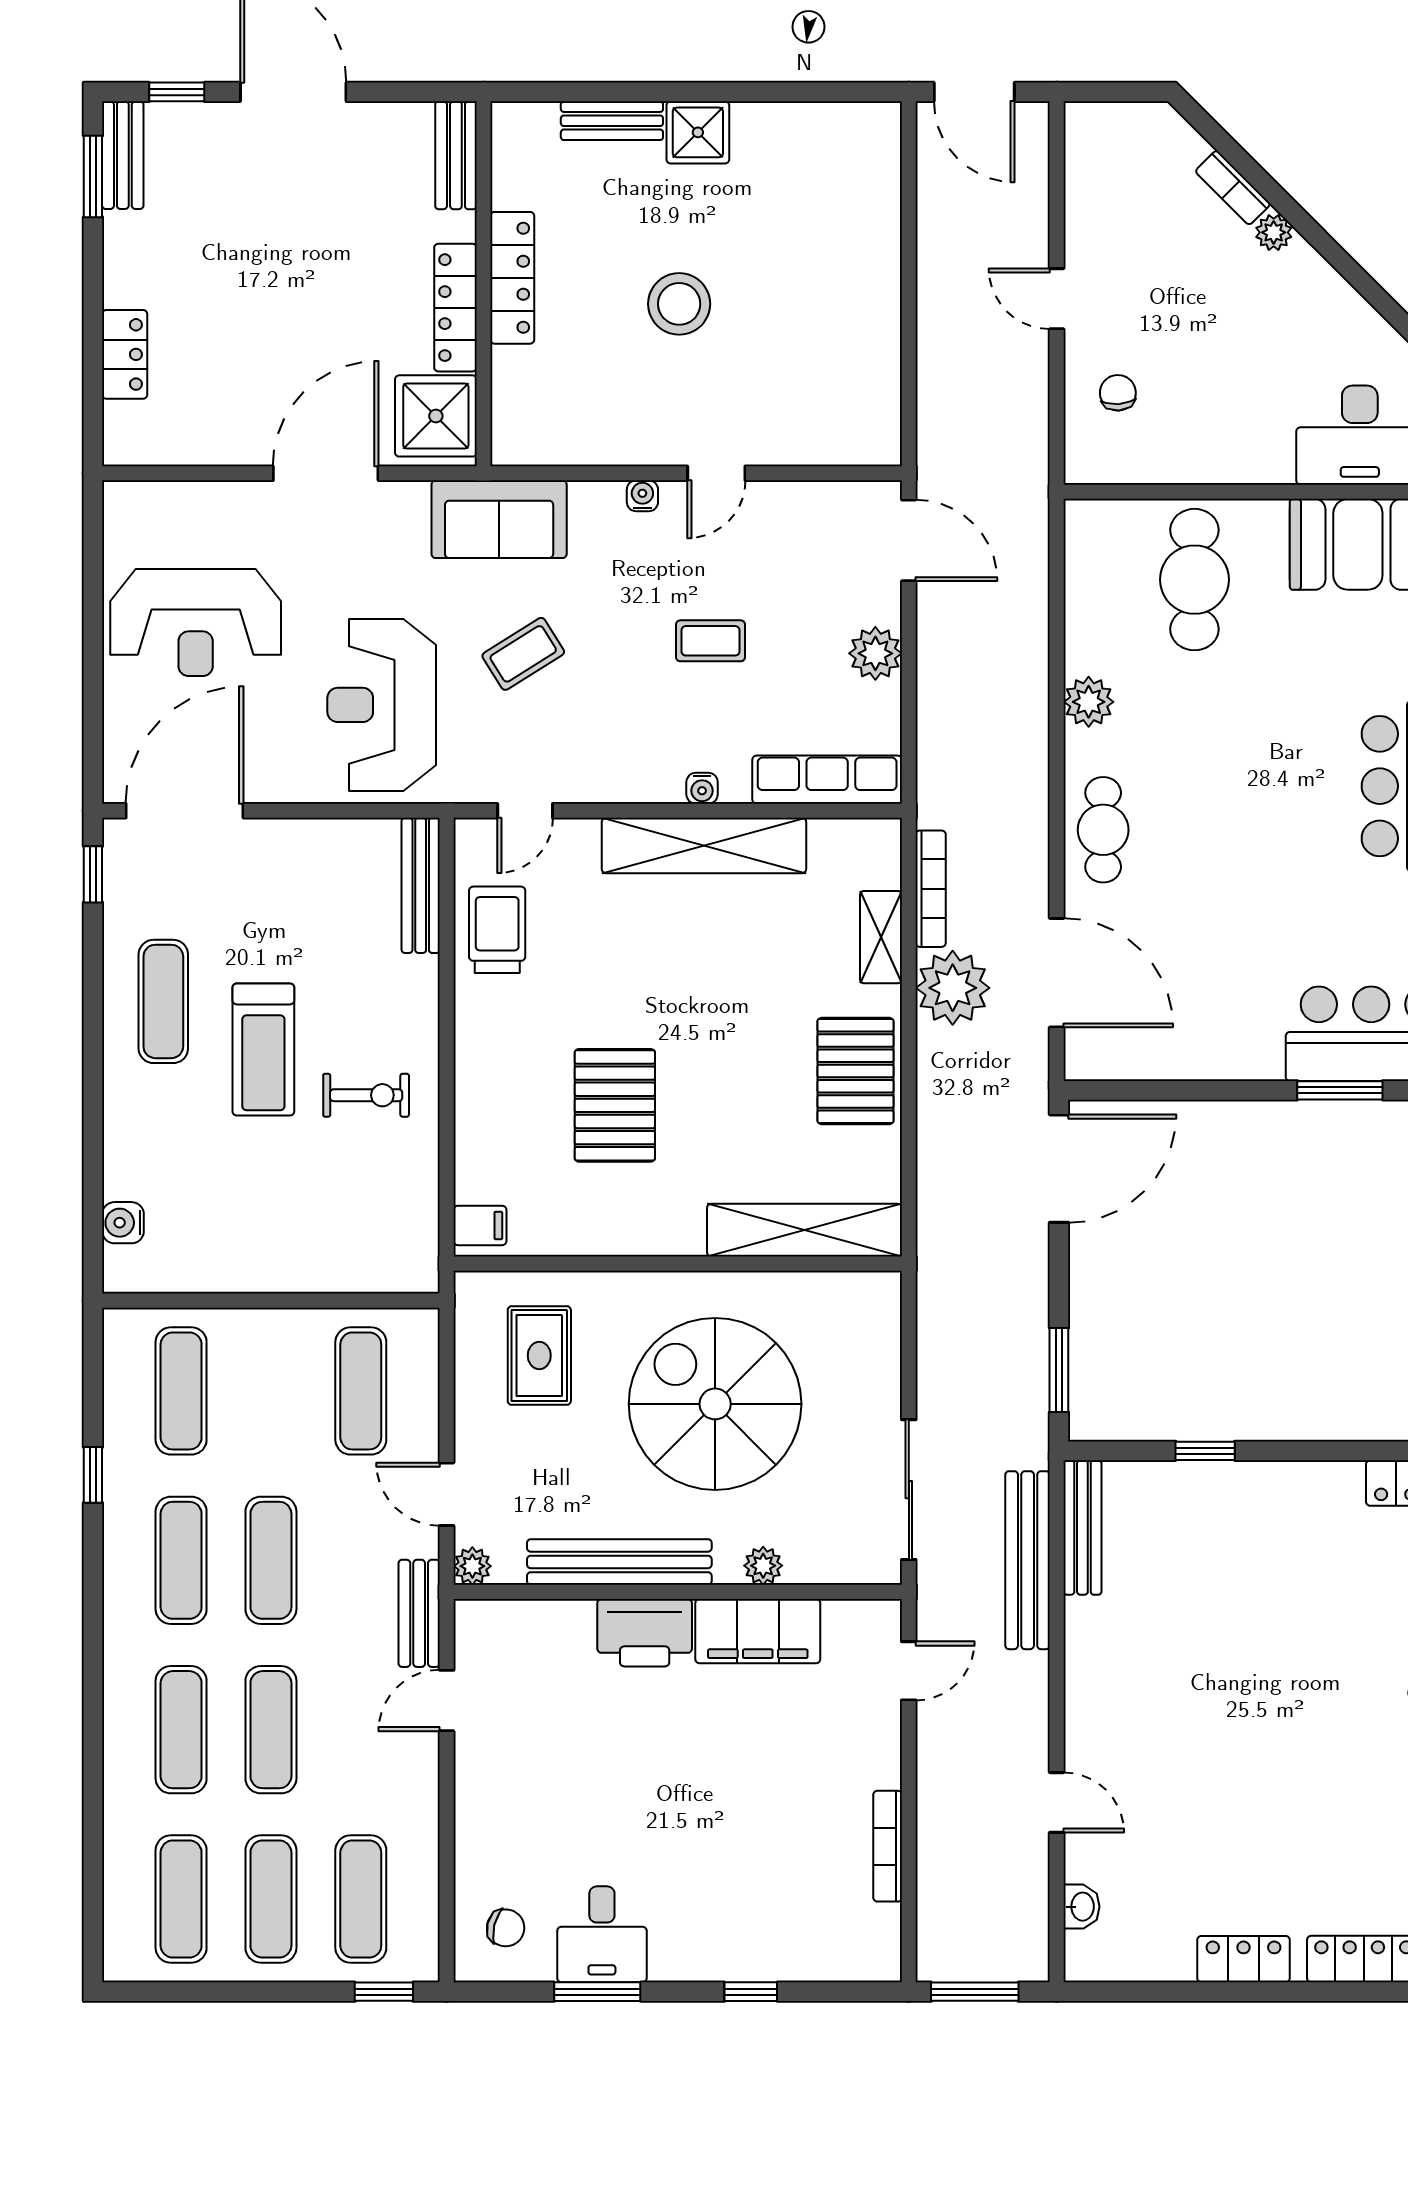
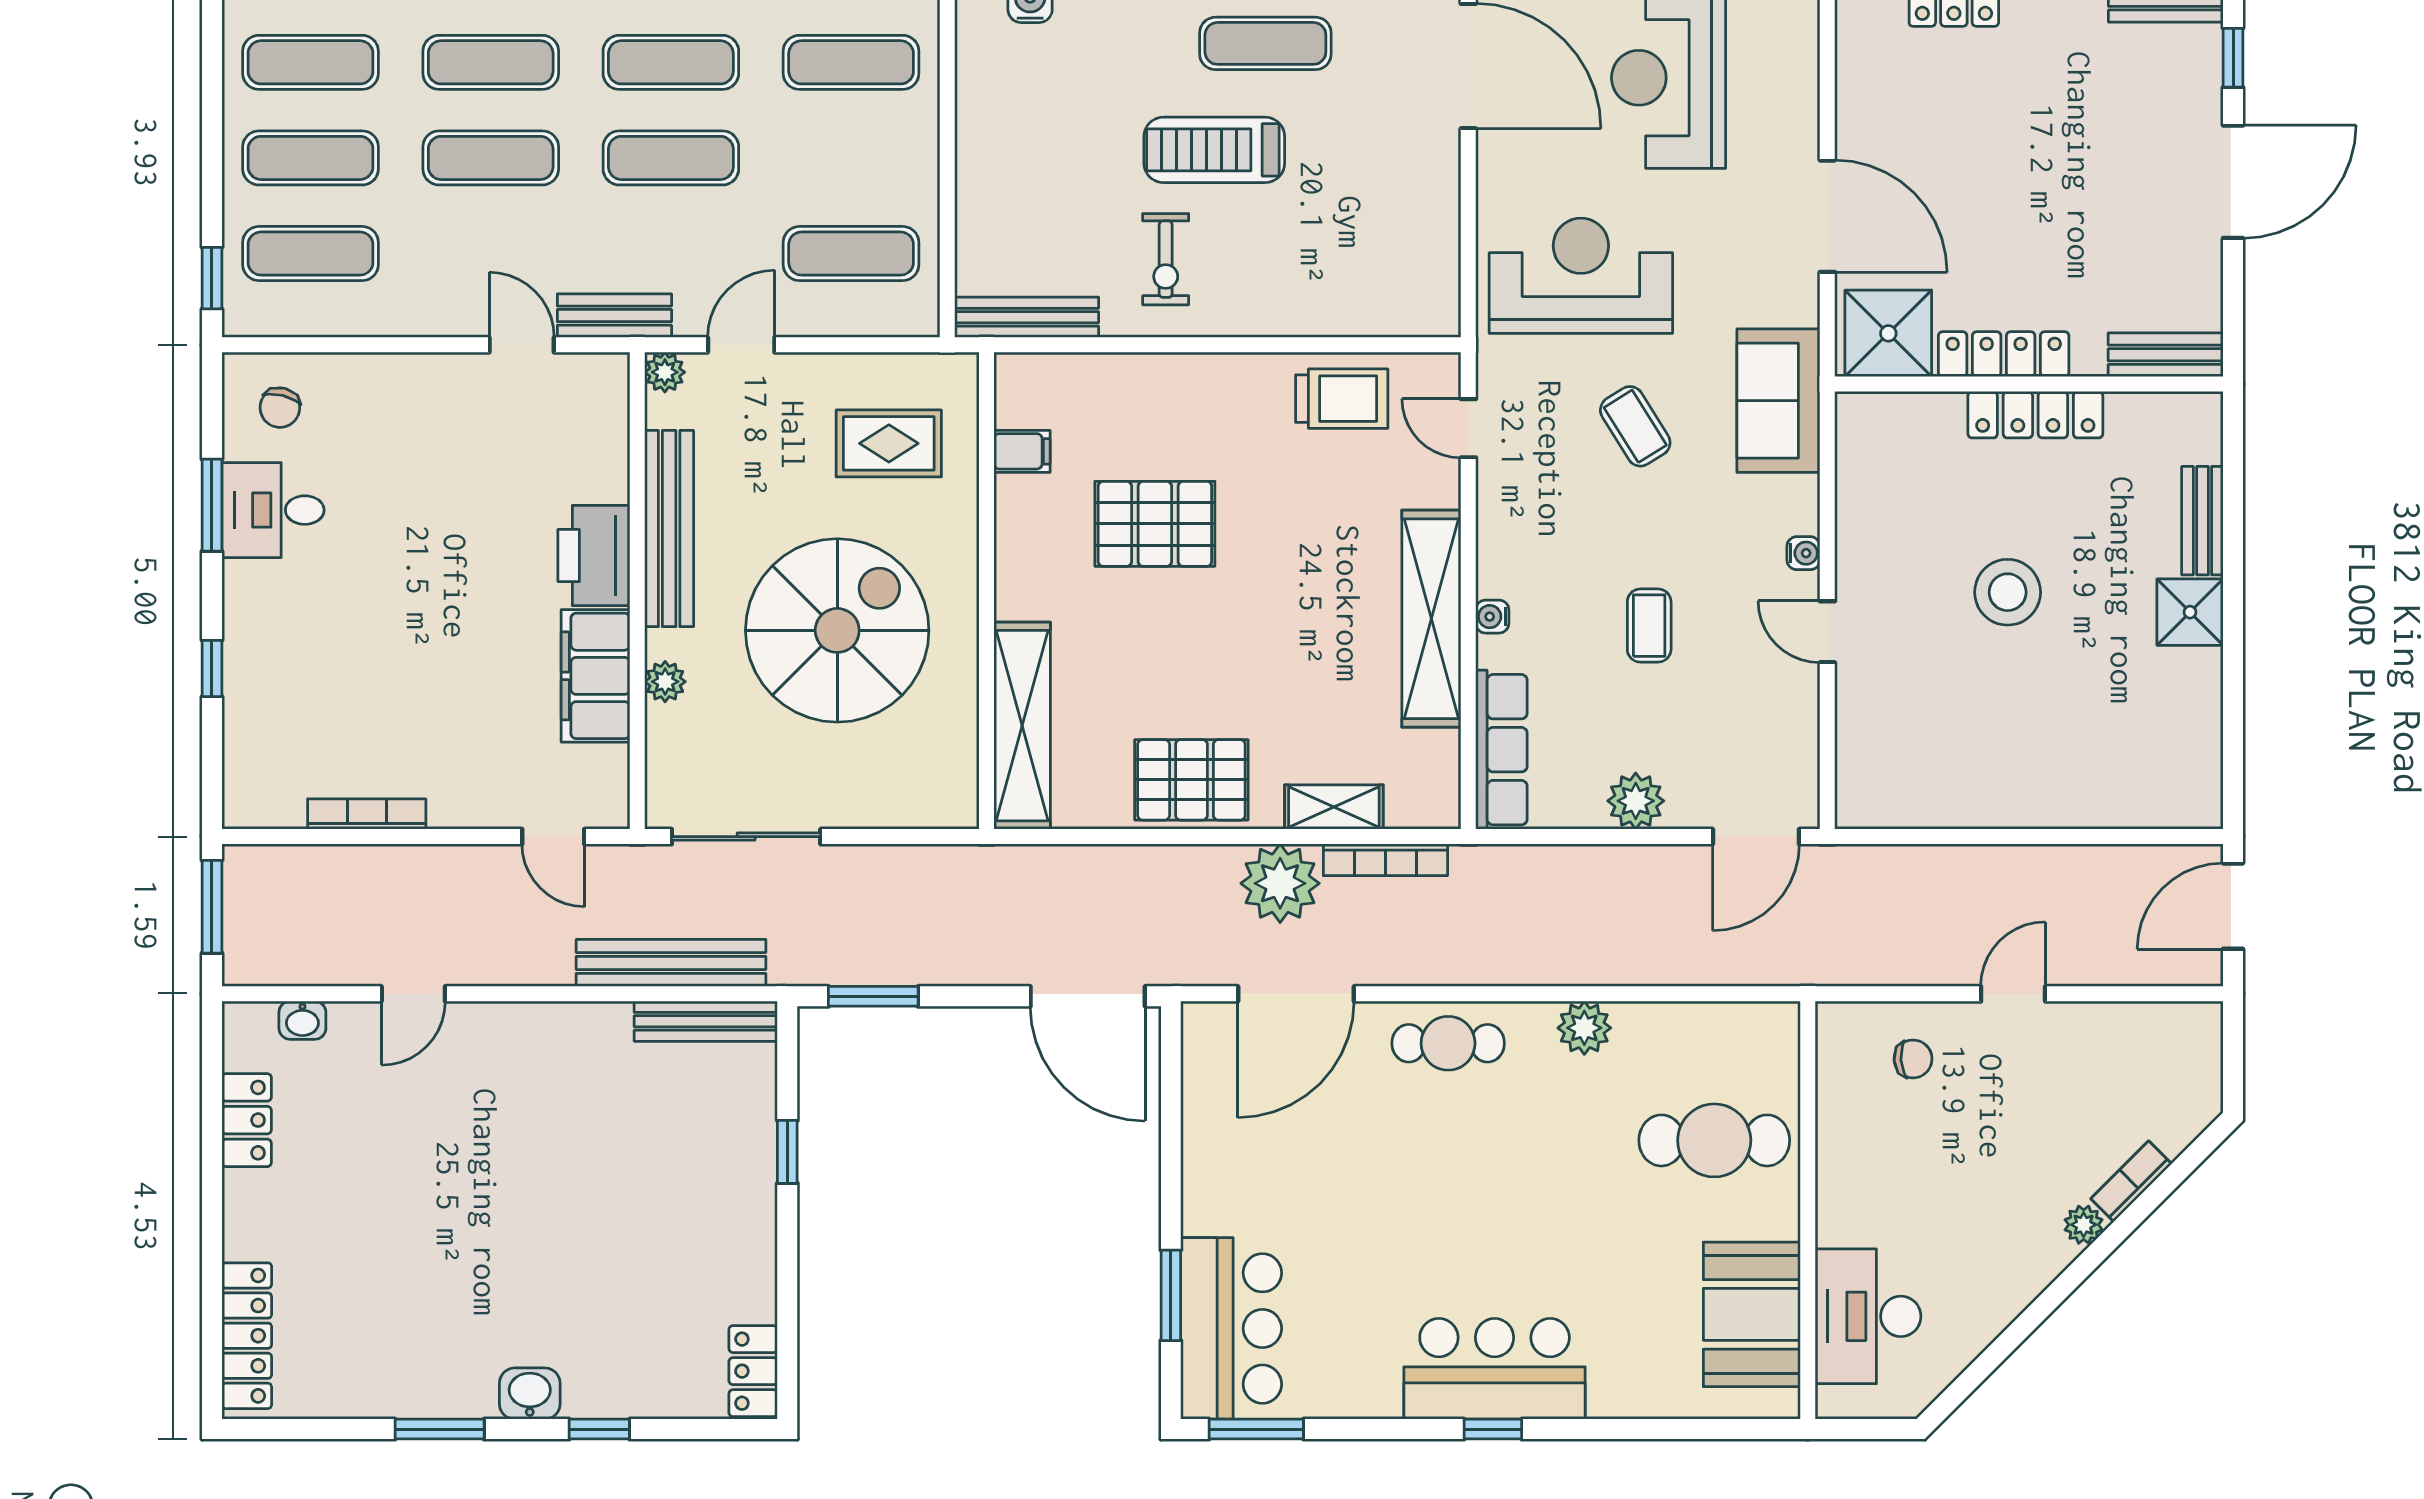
bench: (421, 885) -> (1027, 317), moved
filing cabinet: (480, 1225) -> (1022, 451), moved, turned -90
locker: (1243, 1959) -> (247, 1120), moved

